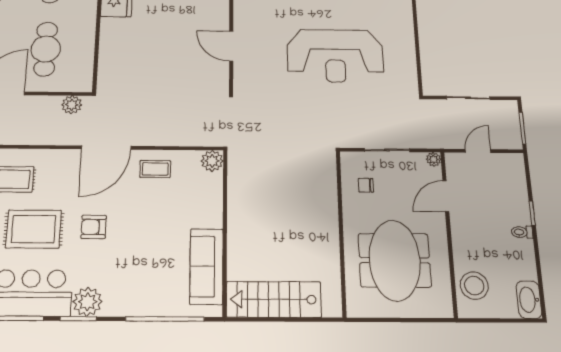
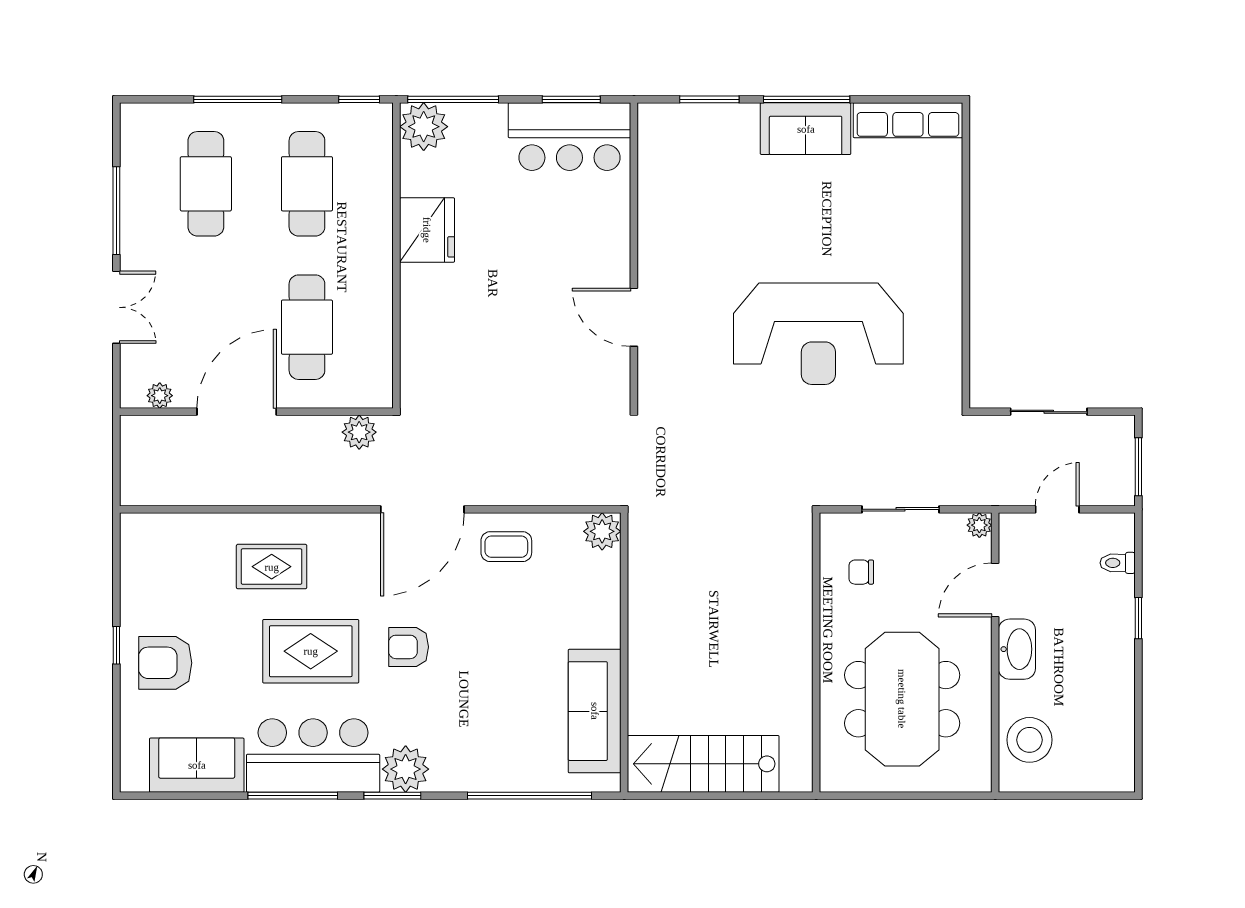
toilet: (522, 232) -> (1118, 563), moved
washbasin: (529, 300) -> (1017, 649), moved, turned 180

